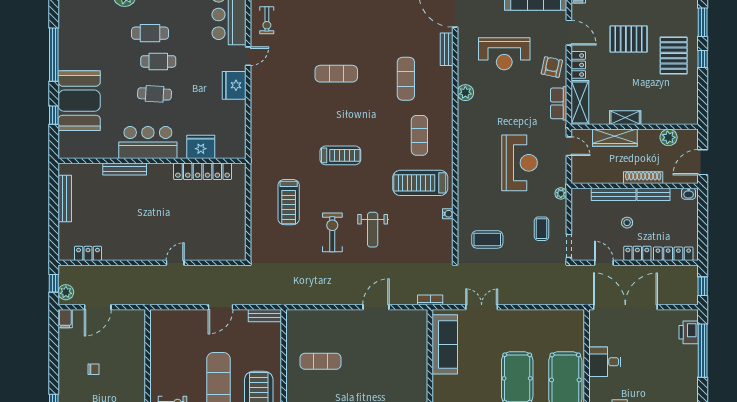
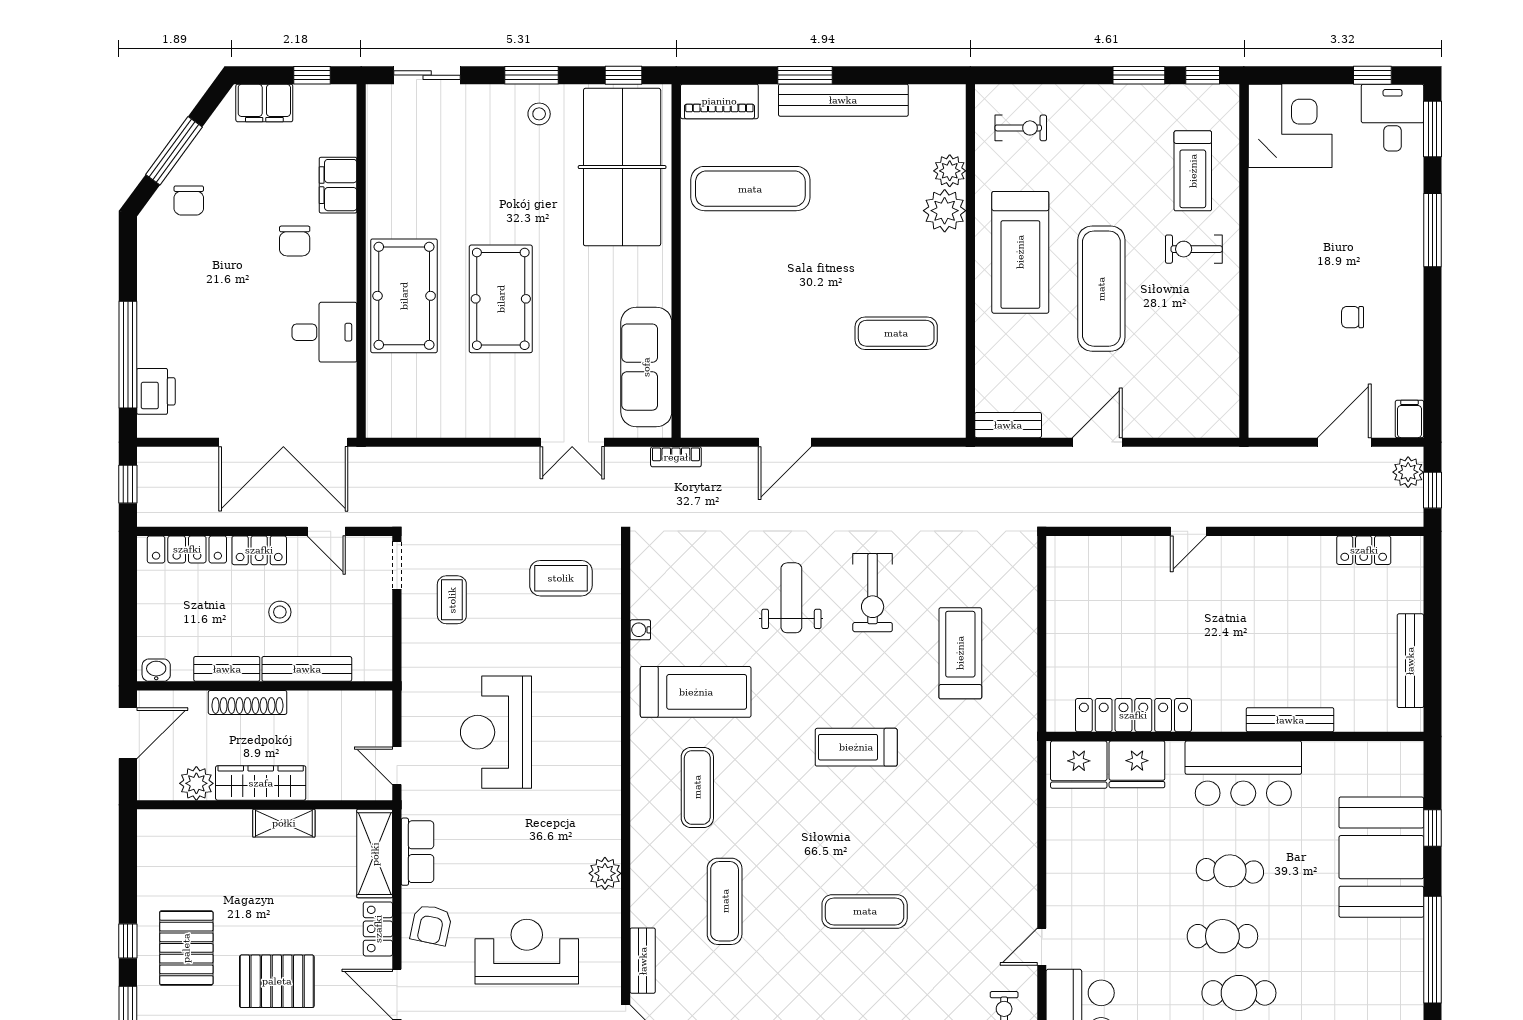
fridge: (234, 85) -> (1079, 765), moved, turned 90
wardrobe: (615, 138) -> (261, 783), moved
plant: (561, 193) -> (413, 671), removed

